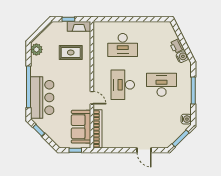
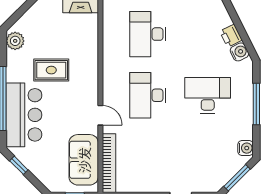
desk: (123, 45) -> (148, 34), turned 90
rug: (71, 53) -> (51, 70), moved

